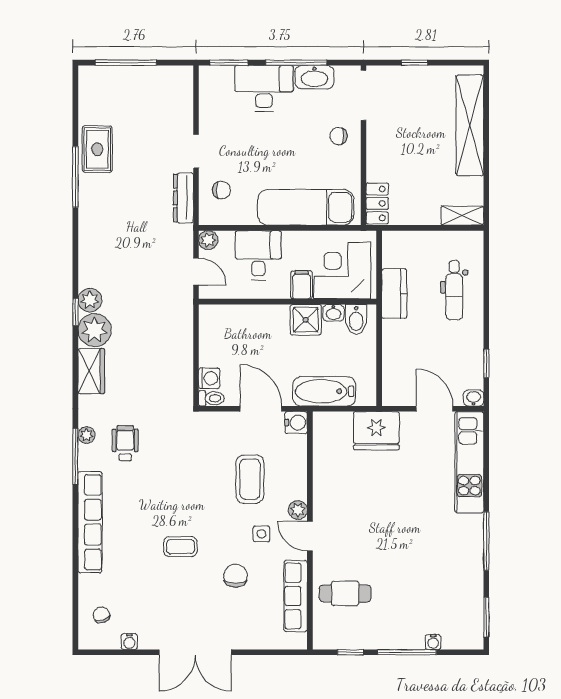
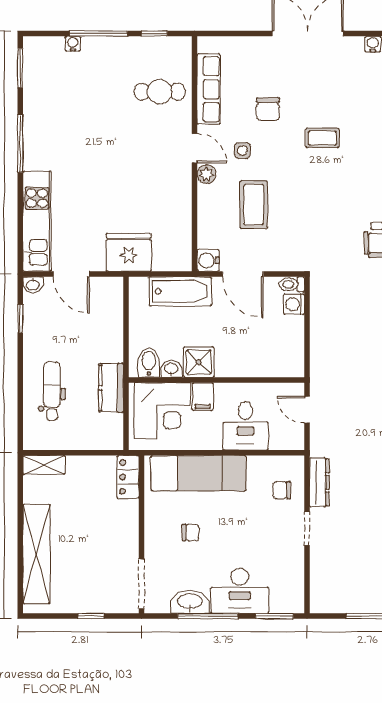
chair: (338, 136) -> (191, 533), moved
plant: (208, 240) -> (295, 441), removed

